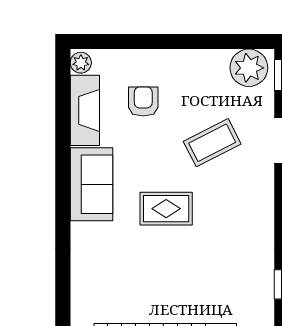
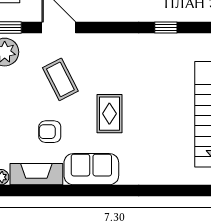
armchair: (143, 102) -> (50, 132), moved

